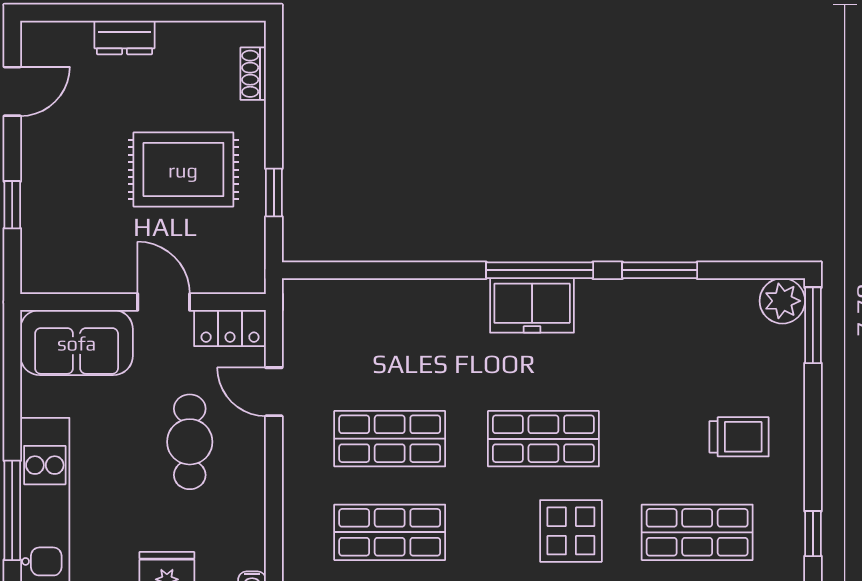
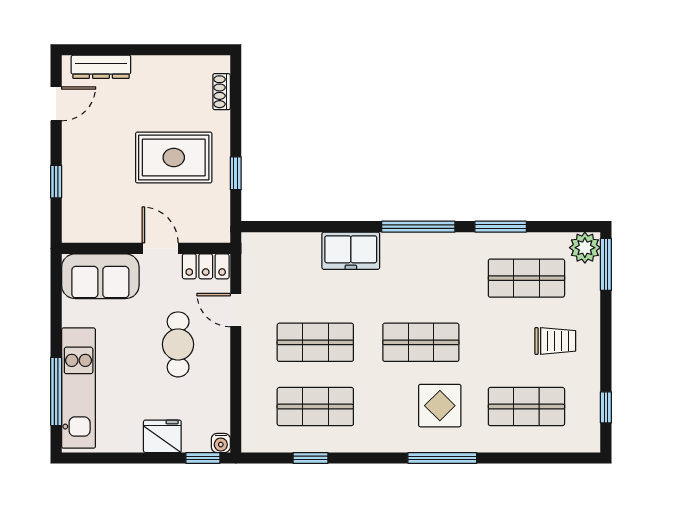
dresser: (125, 37) -> (101, 67), moved, width x1.44
freezer: (532, 305) -> (351, 251), moved
shop shelf: (697, 345) -> (526, 278), added

